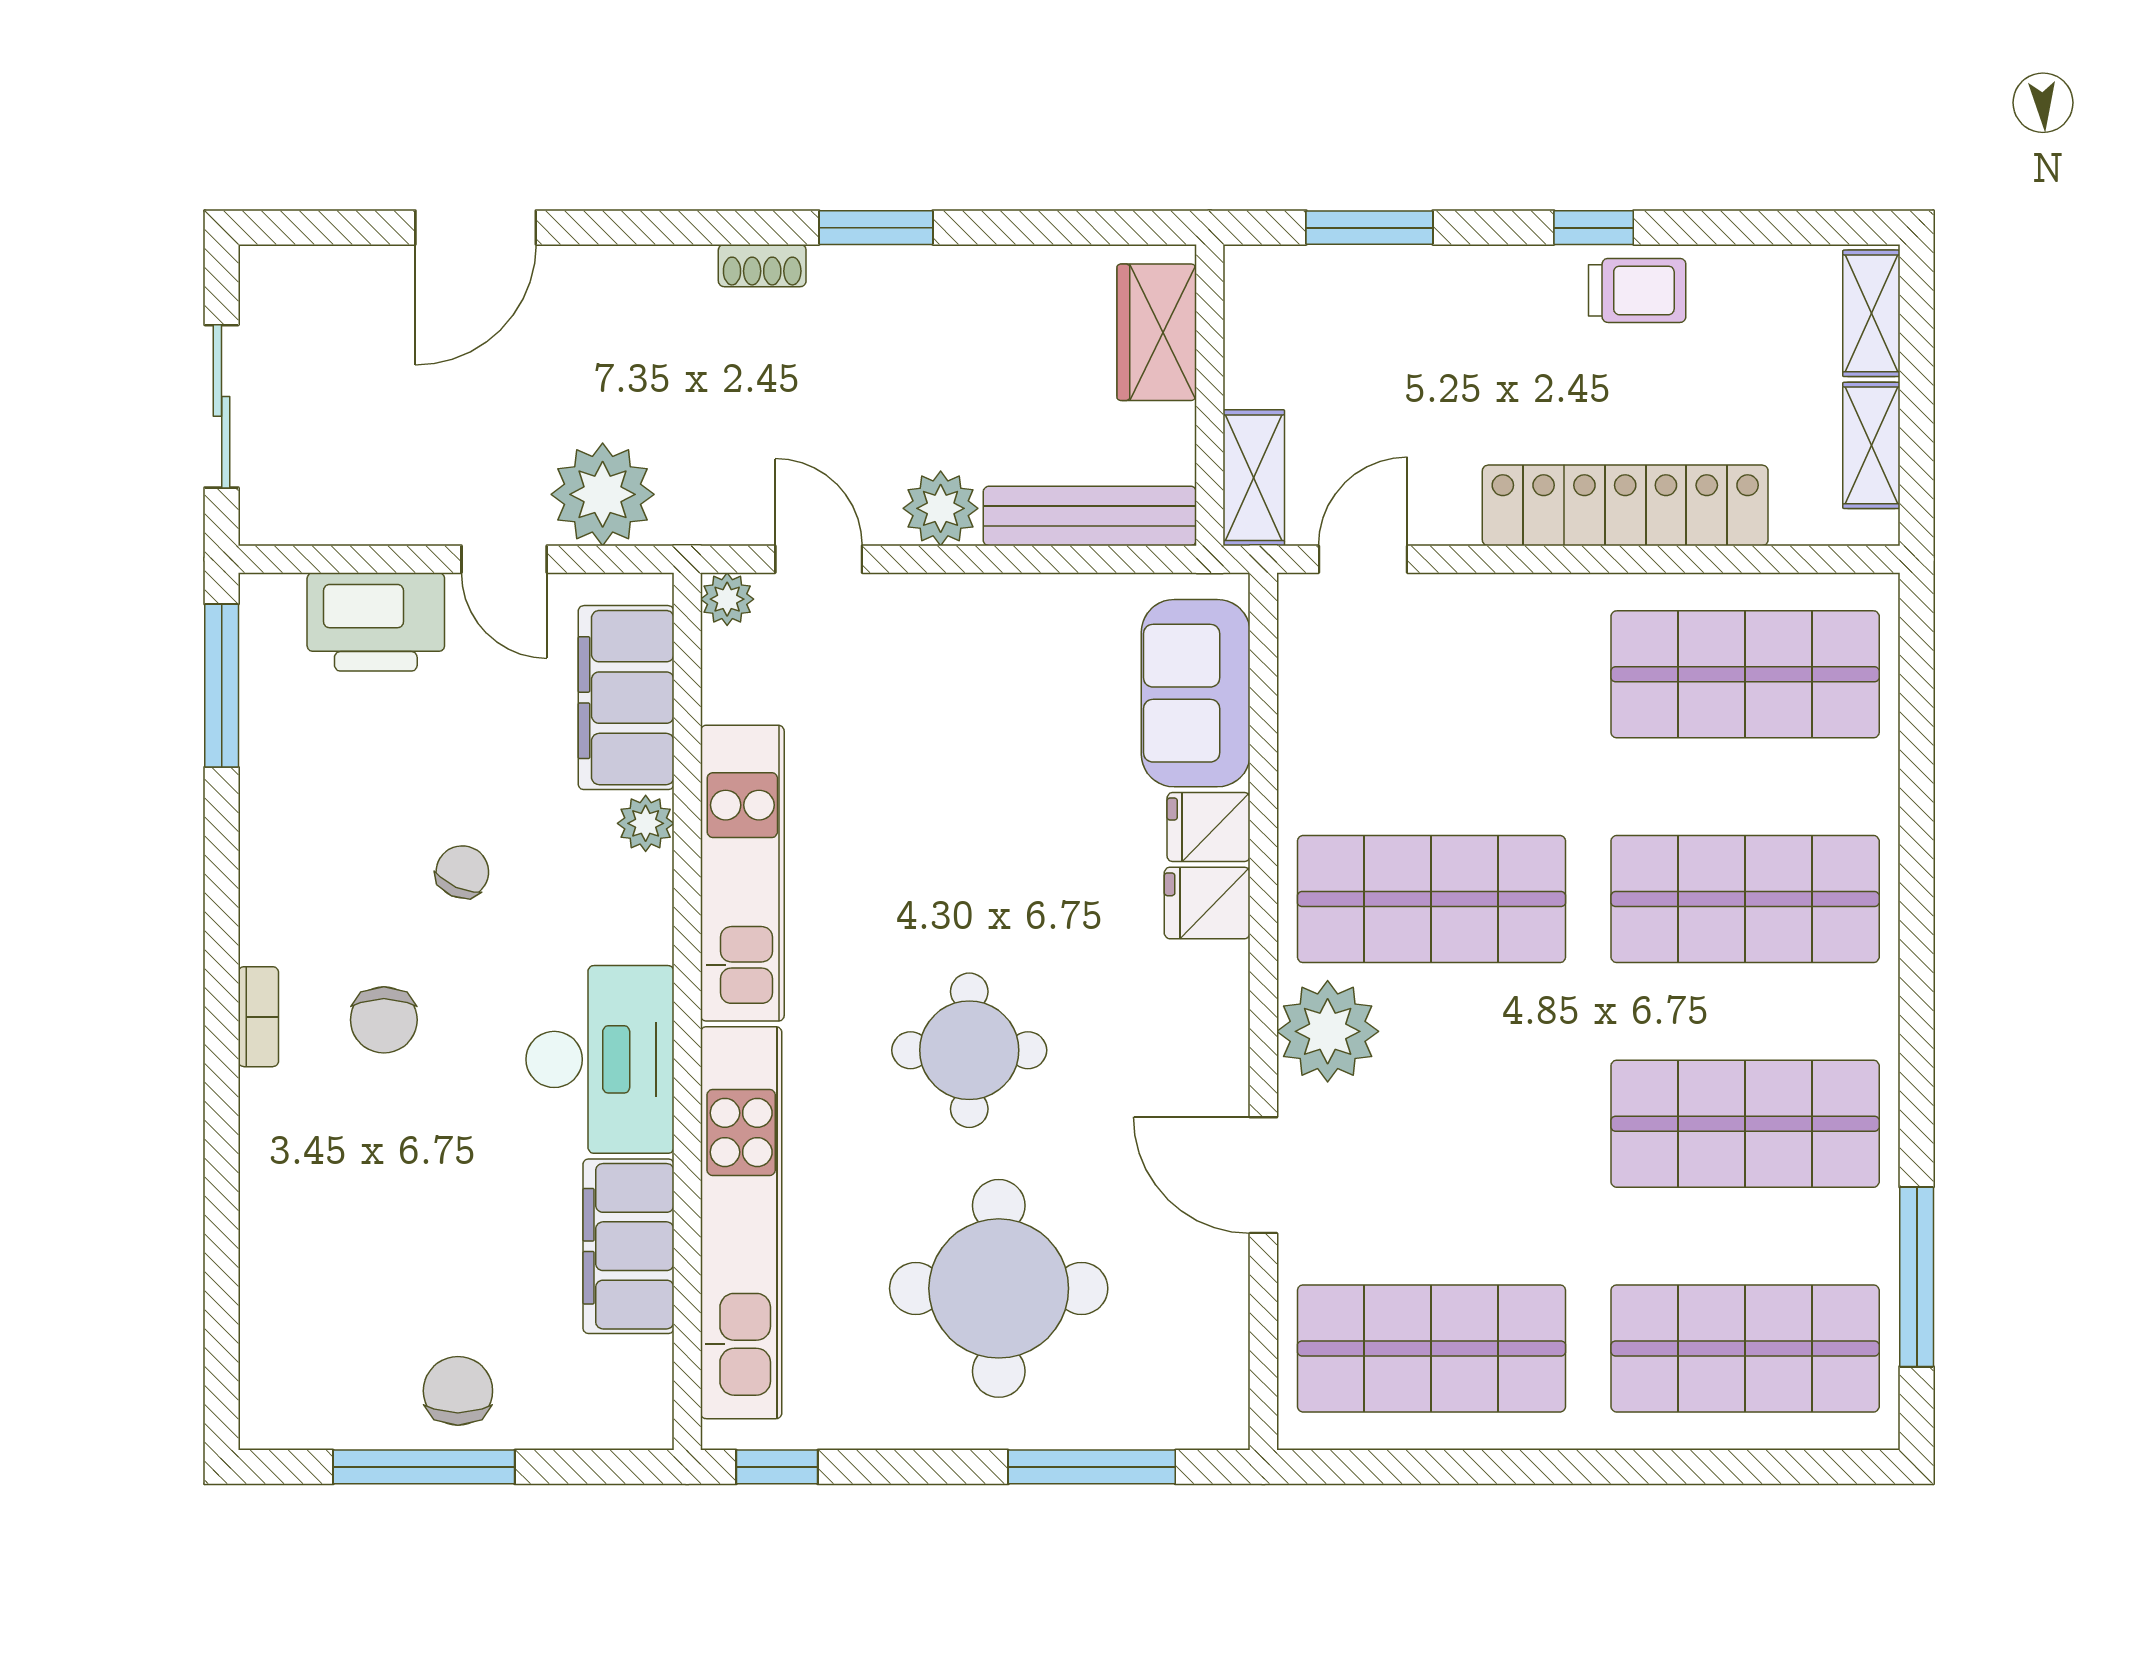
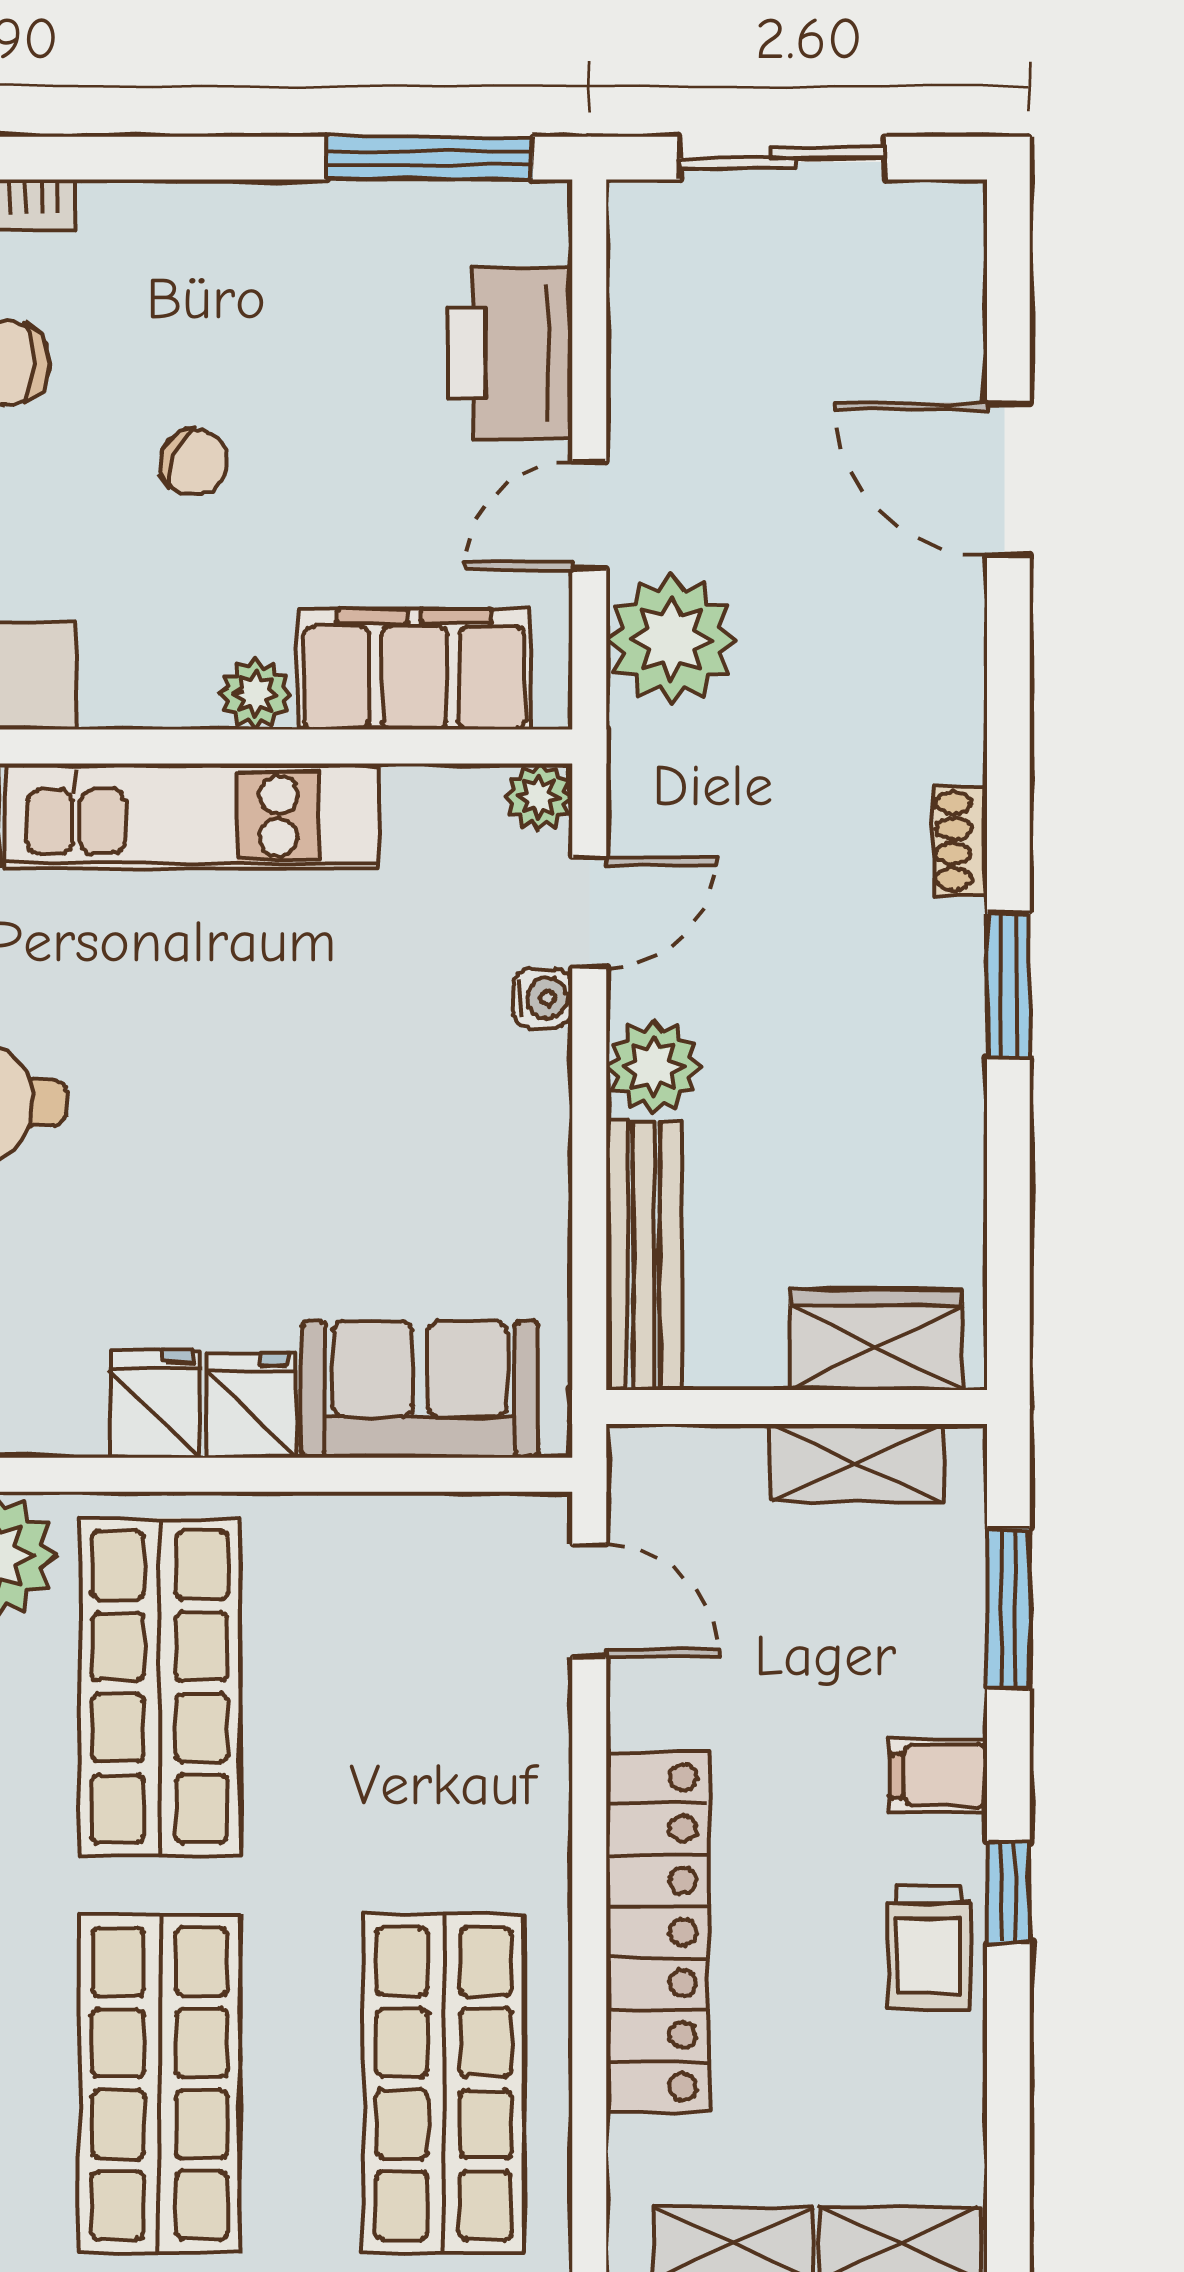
filing cabinet: (1501, 283) -> (939, 1775), added
shelving: (1254, 478) -> (857, 1463), moved
water cooler: (886, 596) -> (543, 998), added

